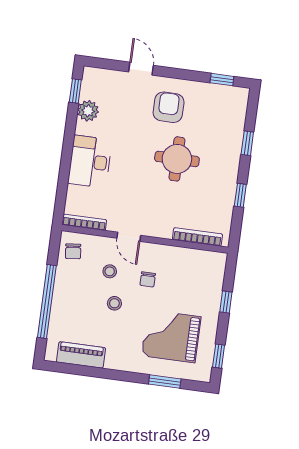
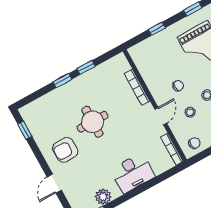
window: (247, 143) -> (62, 81), moved
bookcase: (197, 237) -> (137, 87), moved

